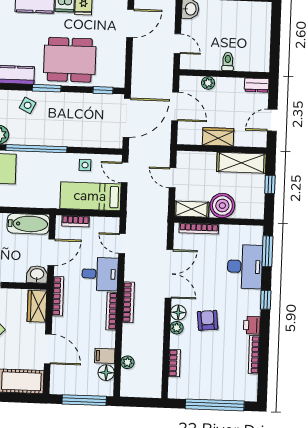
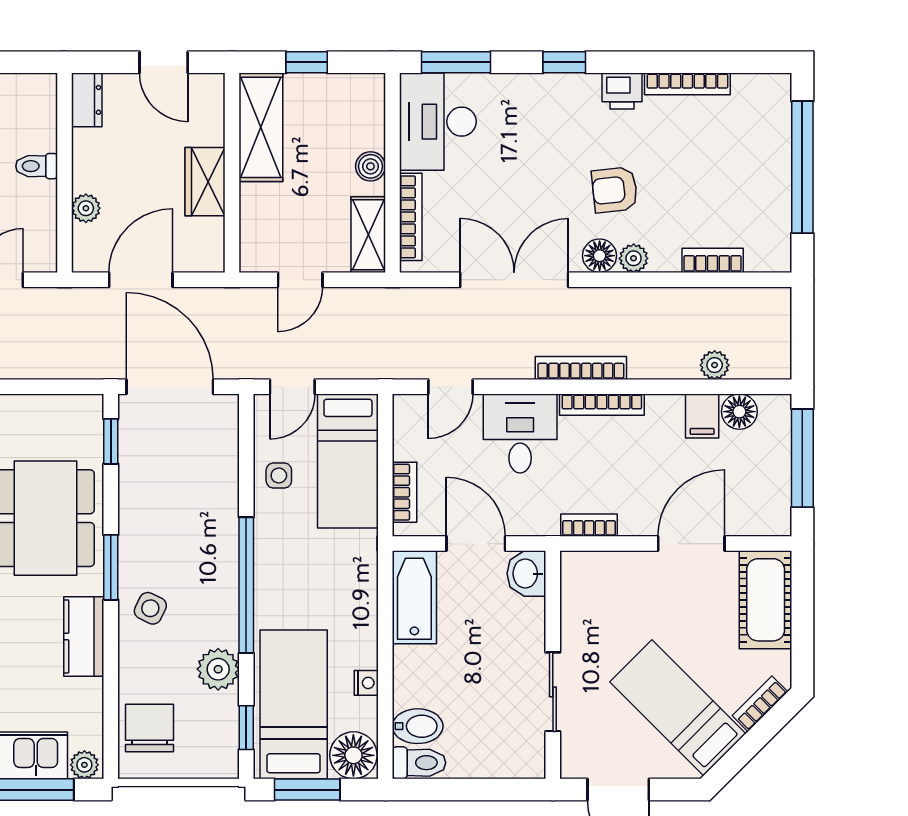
boiler: (222, 206) -> (370, 166), width x0.54, depth x0.54
desk: (245, 267) -> (438, 122), moved, turned -90
bookcase: (58, 296) -> (589, 525), width x0.64
wardrobe: (37, 306) -> (597, 571), removed

